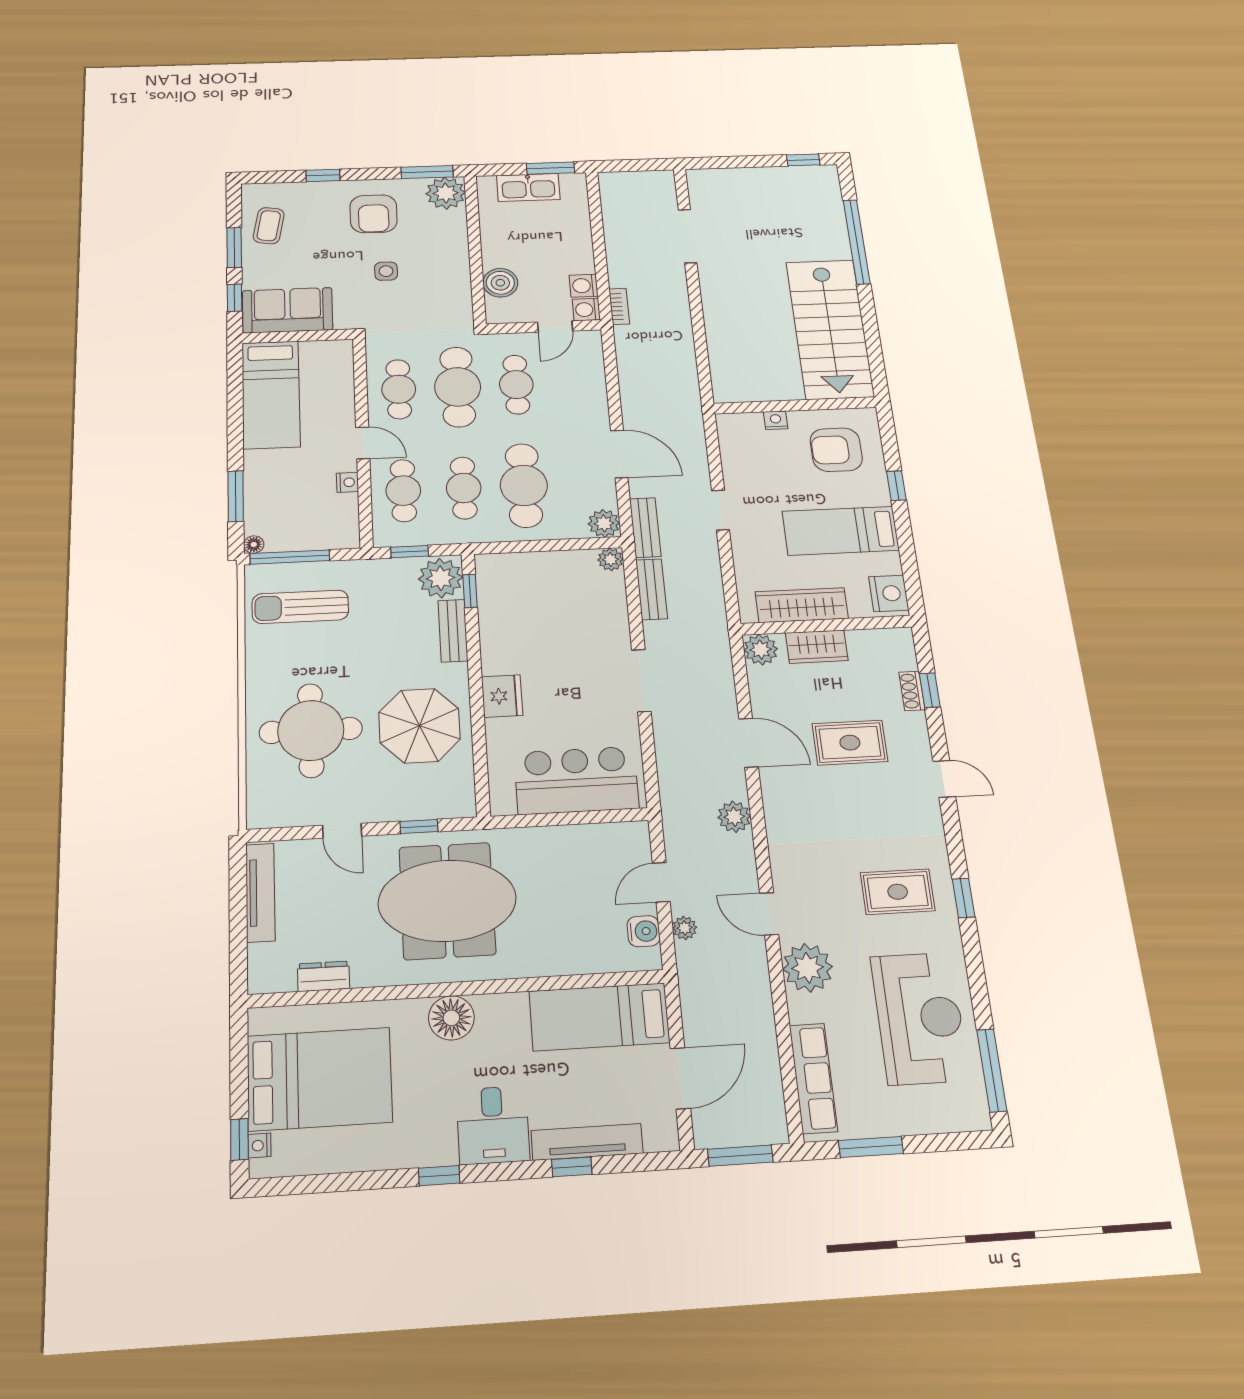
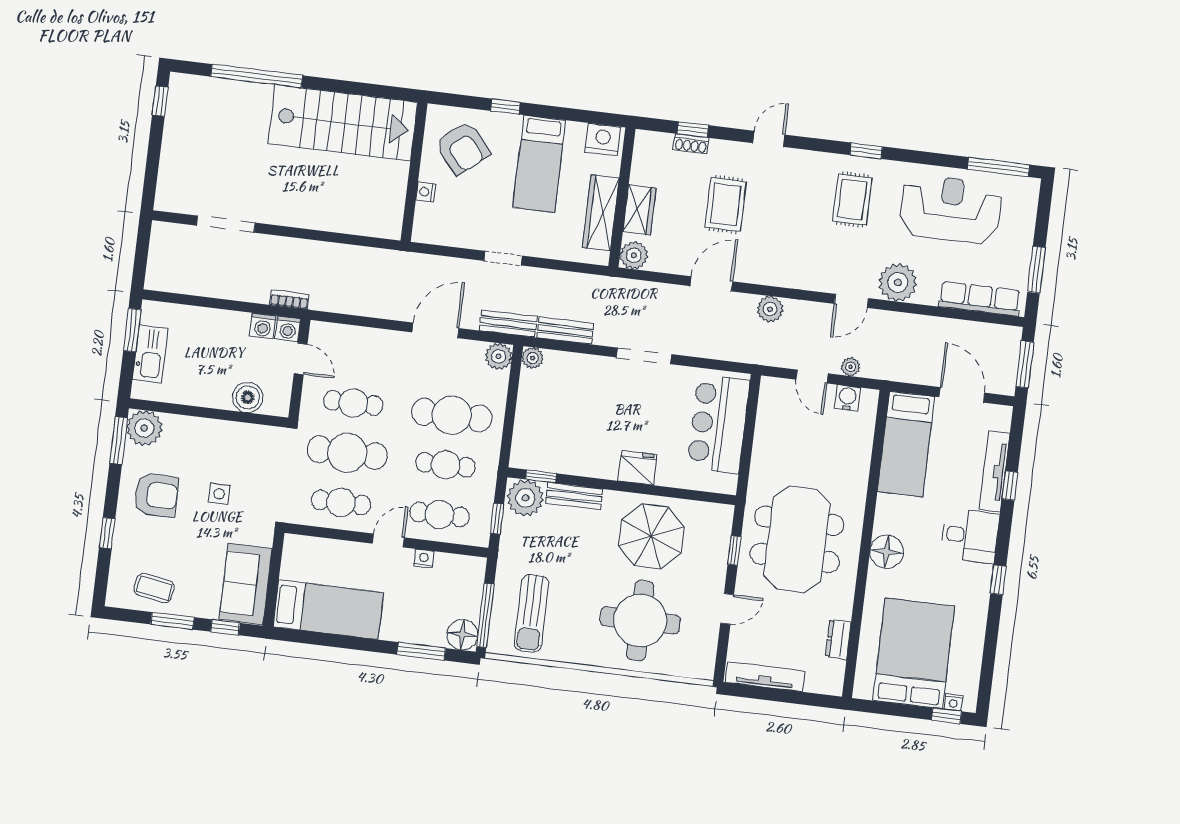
armchair: (836, 450) -> (463, 148), turned -40
floor lamp: (254, 544) -> (462, 635), width x1.89, depth x1.89

